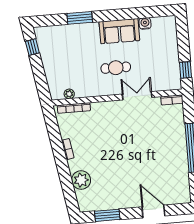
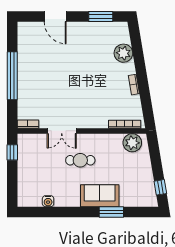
sofa: (119, 31) -> (100, 196), moved
plant: (69, 94) -> (132, 143), width x1.87, depth x1.87

